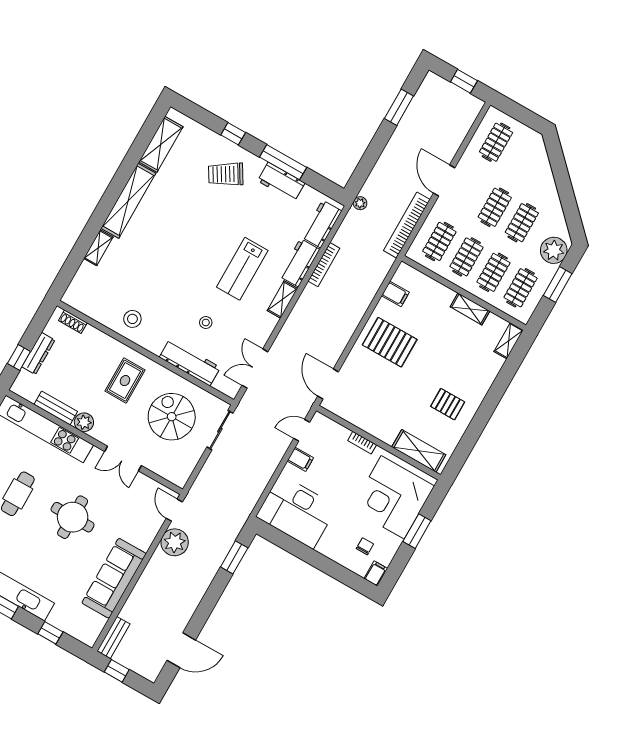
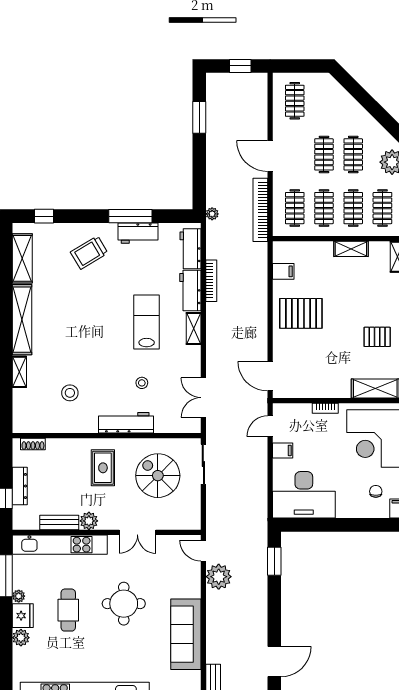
window: (233, 134) -> (44, 216), moved
lab bench: (242, 269) -> (147, 322), turned 180
stool: (132, 319) -> (70, 393), moved
workbench: (190, 362) -> (126, 423), moved

